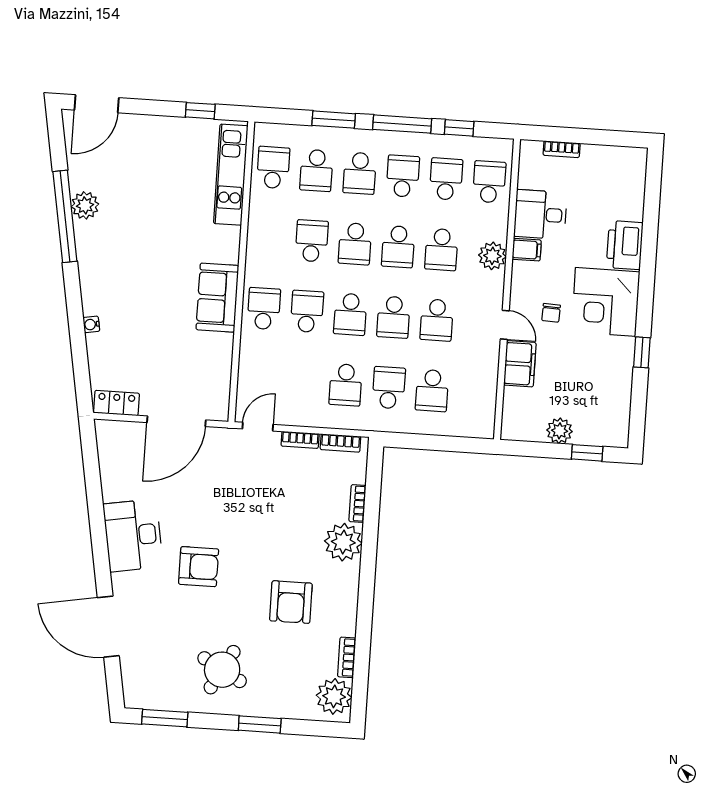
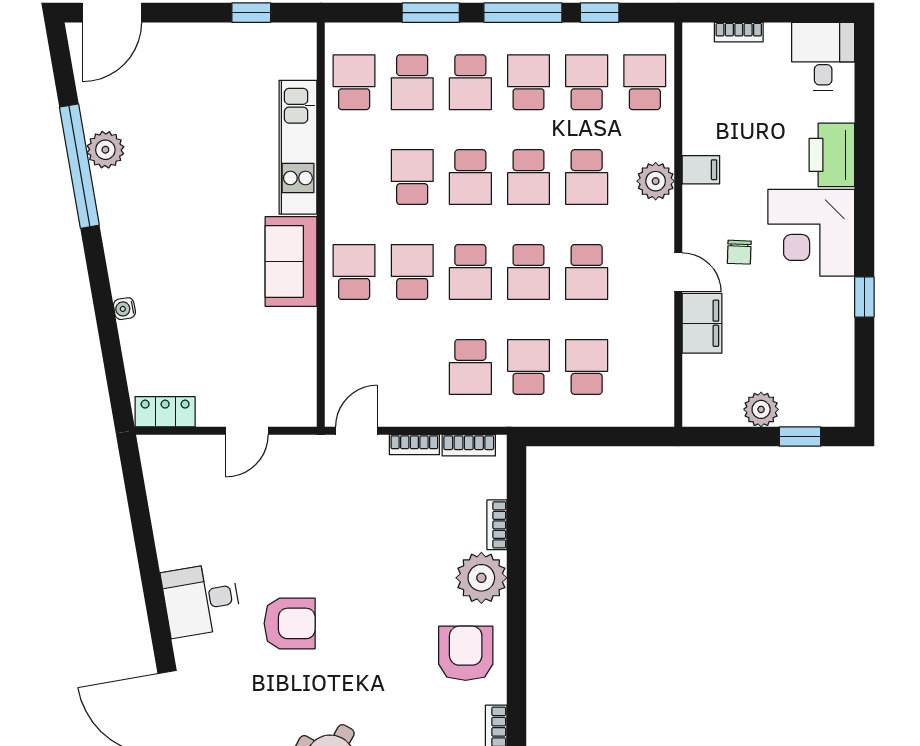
kitchen unit: (231, 175) -> (298, 147), moved
desk: (540, 215) -> (823, 56), moved, turned 90
school desk: (432, 391) -> (587, 367), turned 180
door: (176, 421) -> (247, 431), width x0.53
desk: (133, 535) -> (201, 600), width x0.73
armchair: (291, 602) -> (466, 653), moved, turned 180

